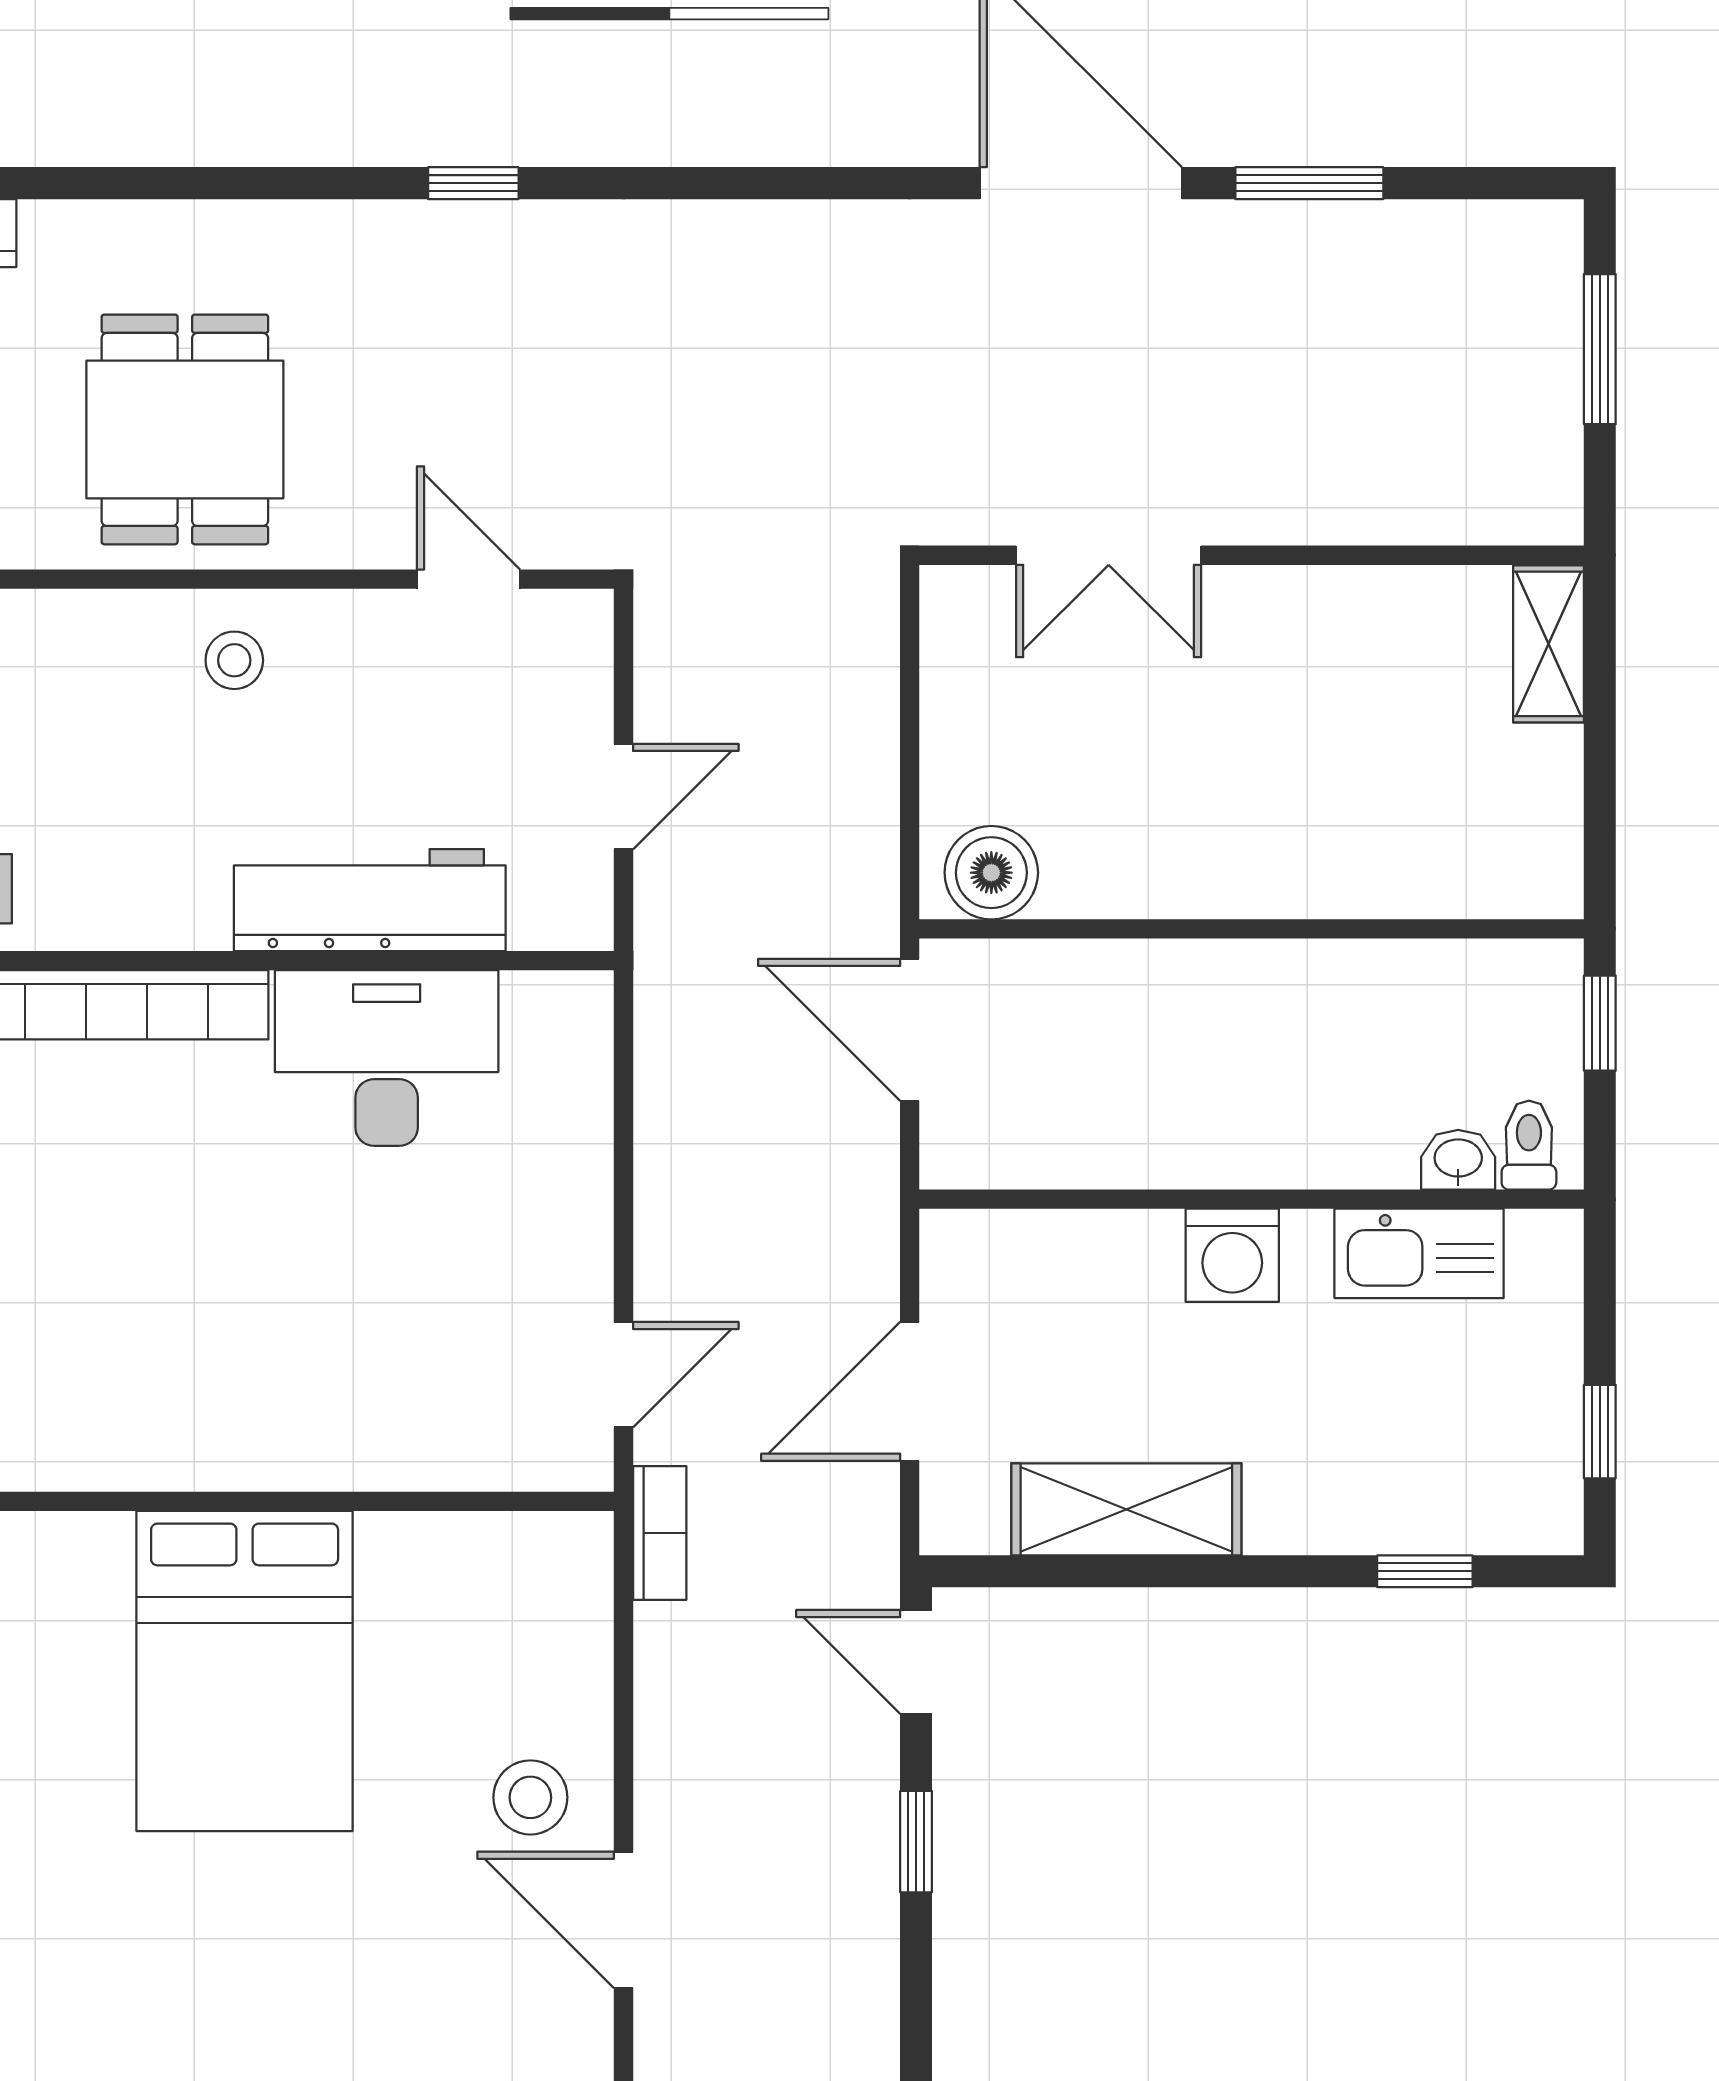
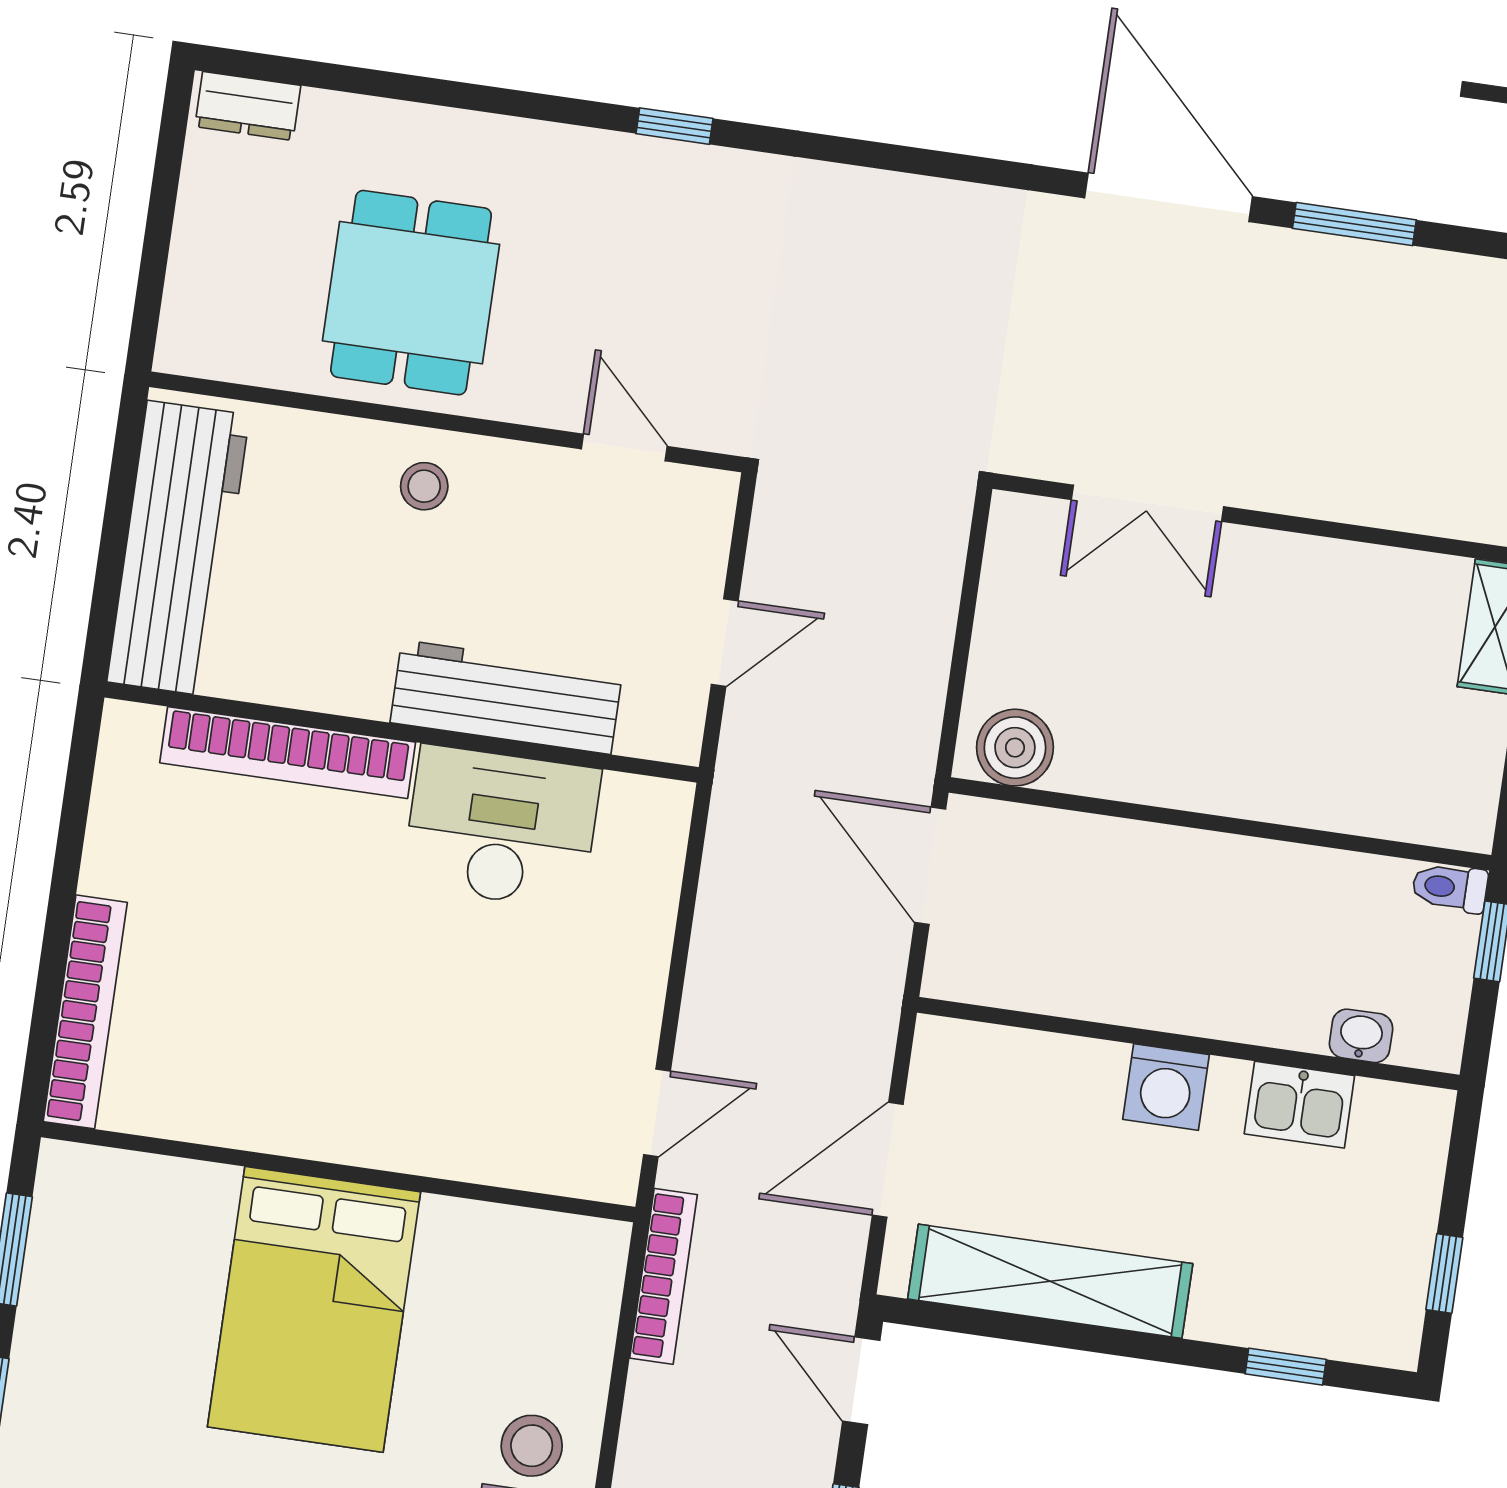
toilet: (1529, 1145) -> (1450, 888), moved, turned -90
kitchen sink: (1419, 1253) -> (1299, 1105), width x0.73
shelving: (1126, 1509) -> (1050, 1281), width x1.47
bookcase: (660, 1533) -> (664, 1276), width x1.56

